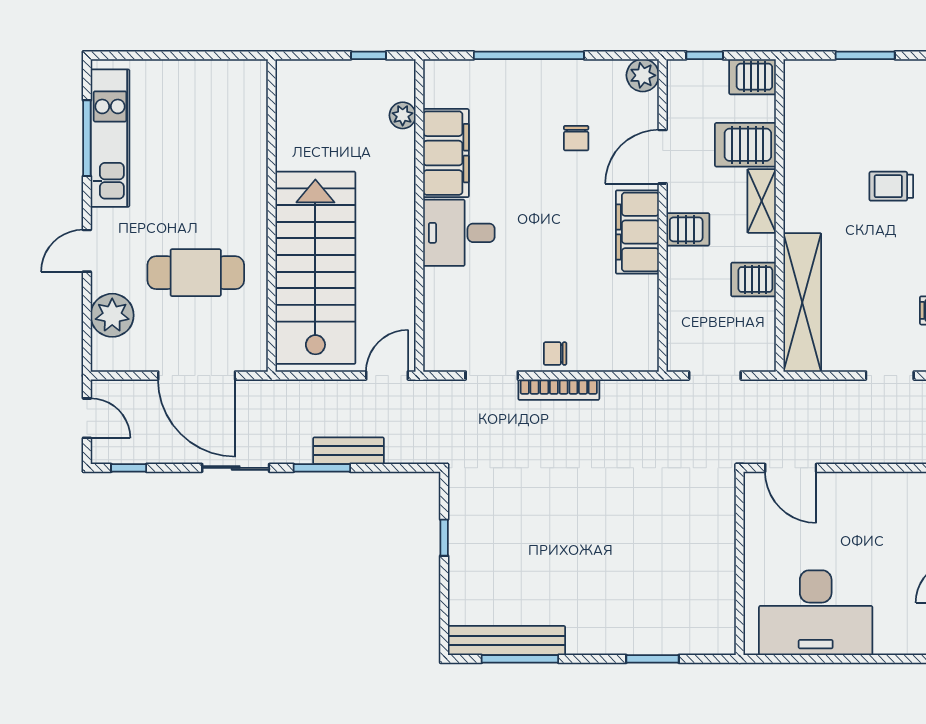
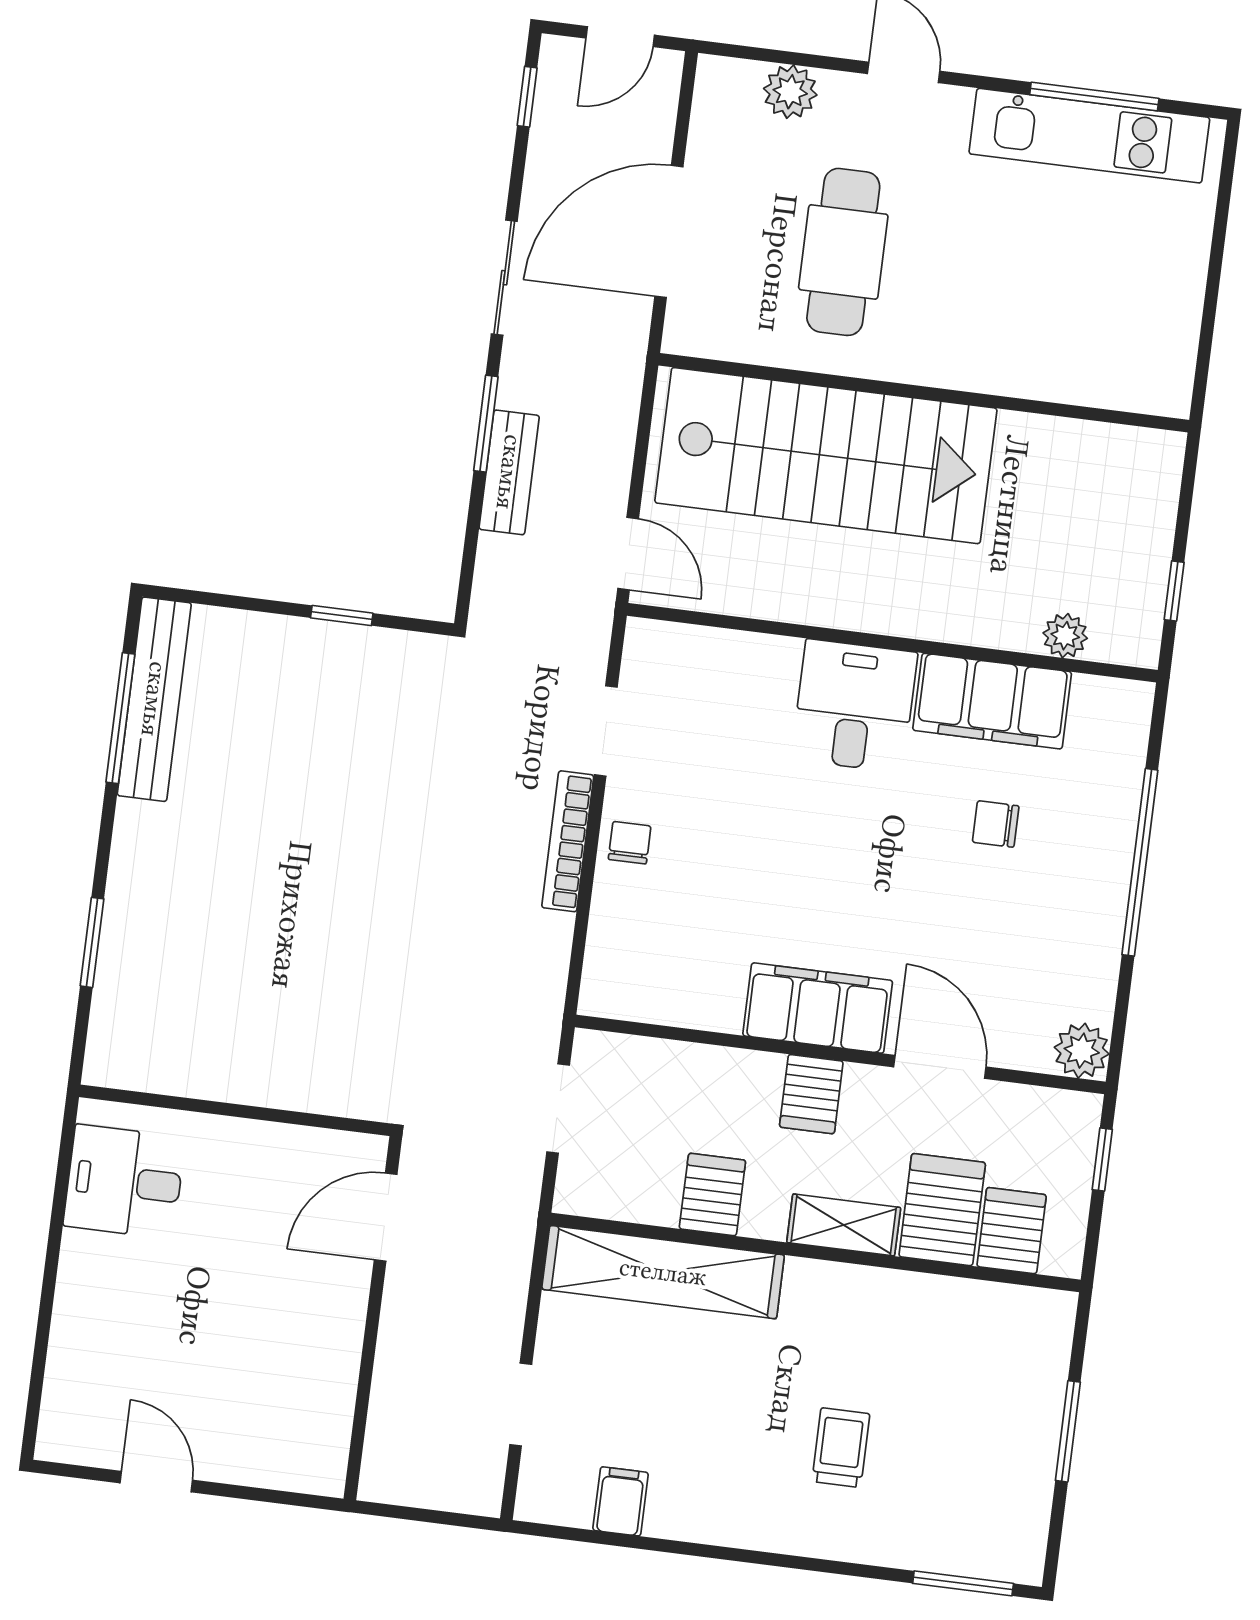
server rack: (753, 77) -> (1012, 1231), moved
chair: (576, 138) -> (996, 824), moved
plant: (112, 315) -> (790, 92), width x0.73, depth x0.73
desk: (816, 613) -> (124, 1182), width x0.53, depth x0.77

